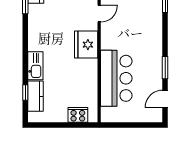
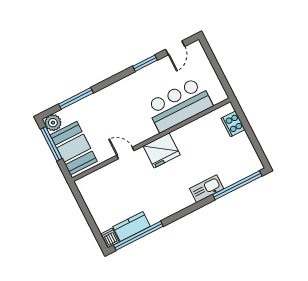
window: (25, 93) -> (237, 185), width x3.17
kitchen counter: (36, 96) -> (236, 174), removed
door: (165, 99) -> (175, 48), hinge flipped

